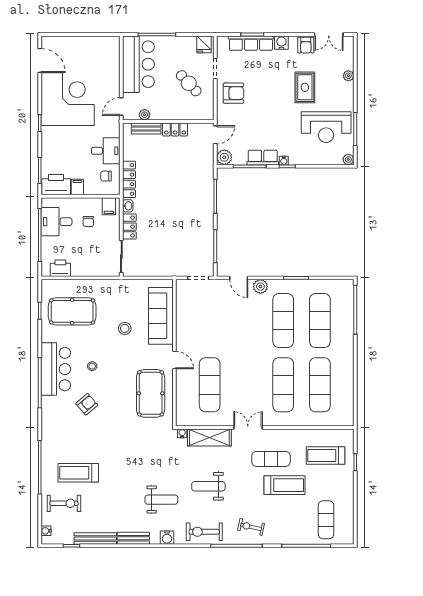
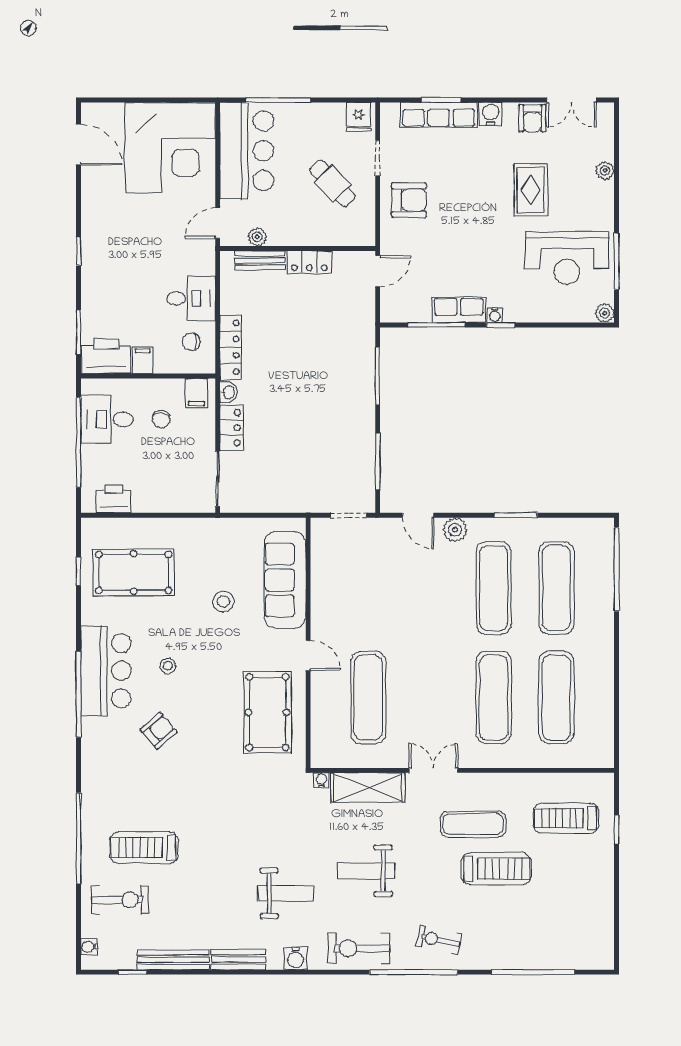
corner desk: (68, 99) -> (170, 147), moved, turned 90
plant: (224, 157) -> (393, 310), removed
exercise mat: (326, 520) -> (567, 928), removed

